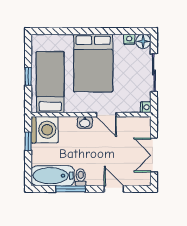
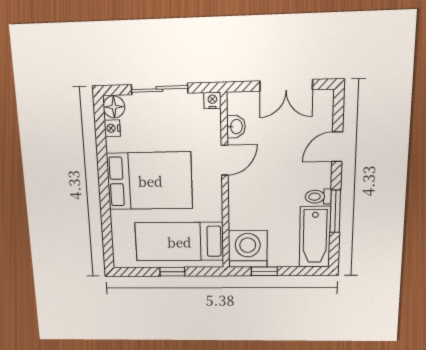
washbasin: (85, 122) -> (236, 127), moved

